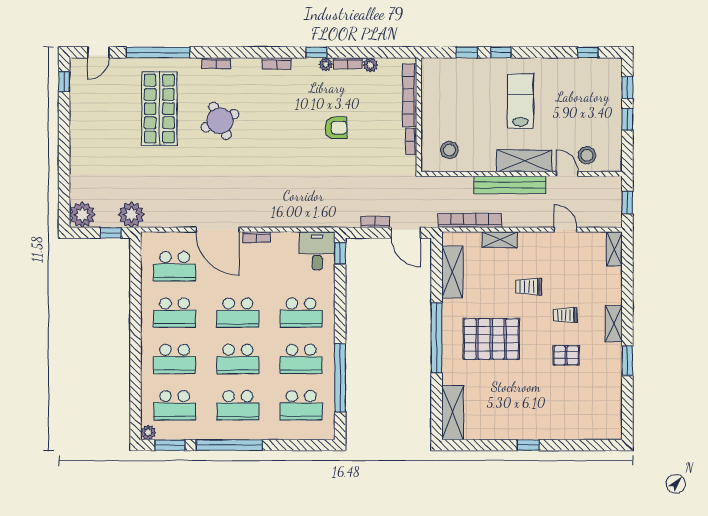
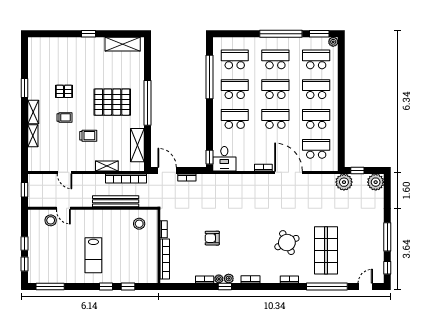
window: (588, 52) -> (50, 287), width x2.17
plant: (370, 65) -> (229, 278), moved
window: (64, 130) -> (387, 237), added
shelving: (524, 161) -> (91, 217), removed
bench: (510, 185) -> (116, 201), moved
shelving: (614, 249) -> (33, 136), moved
shelving: (453, 413) -> (123, 44), moved, turned 90

